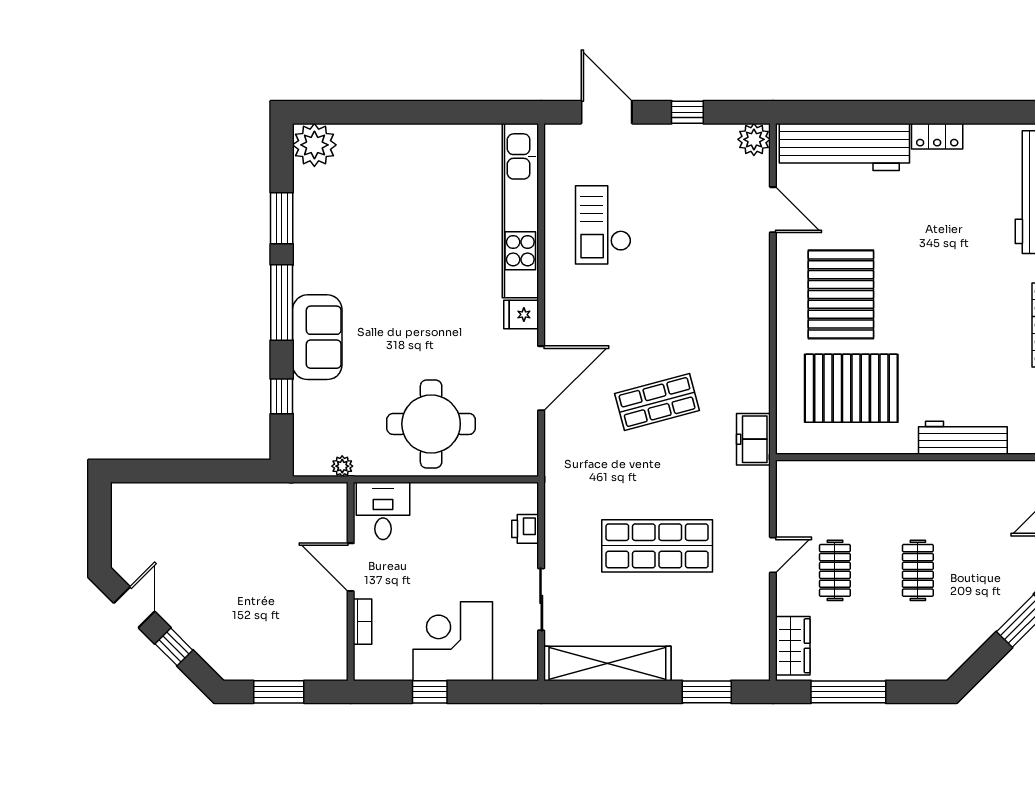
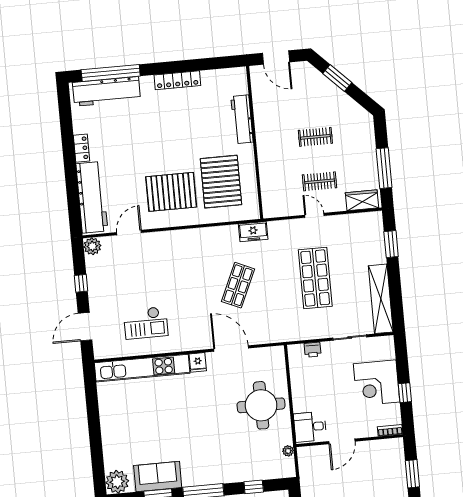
sofa: (317, 337) -> (158, 476), moved
shop shelf: (657, 402) -> (238, 285), turned 39
bookcase: (363, 622) -> (390, 430), moved

